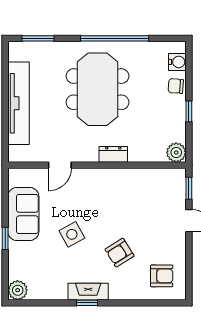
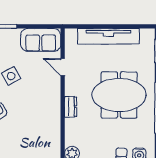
sofa: (23, 214) -> (41, 40), moved

